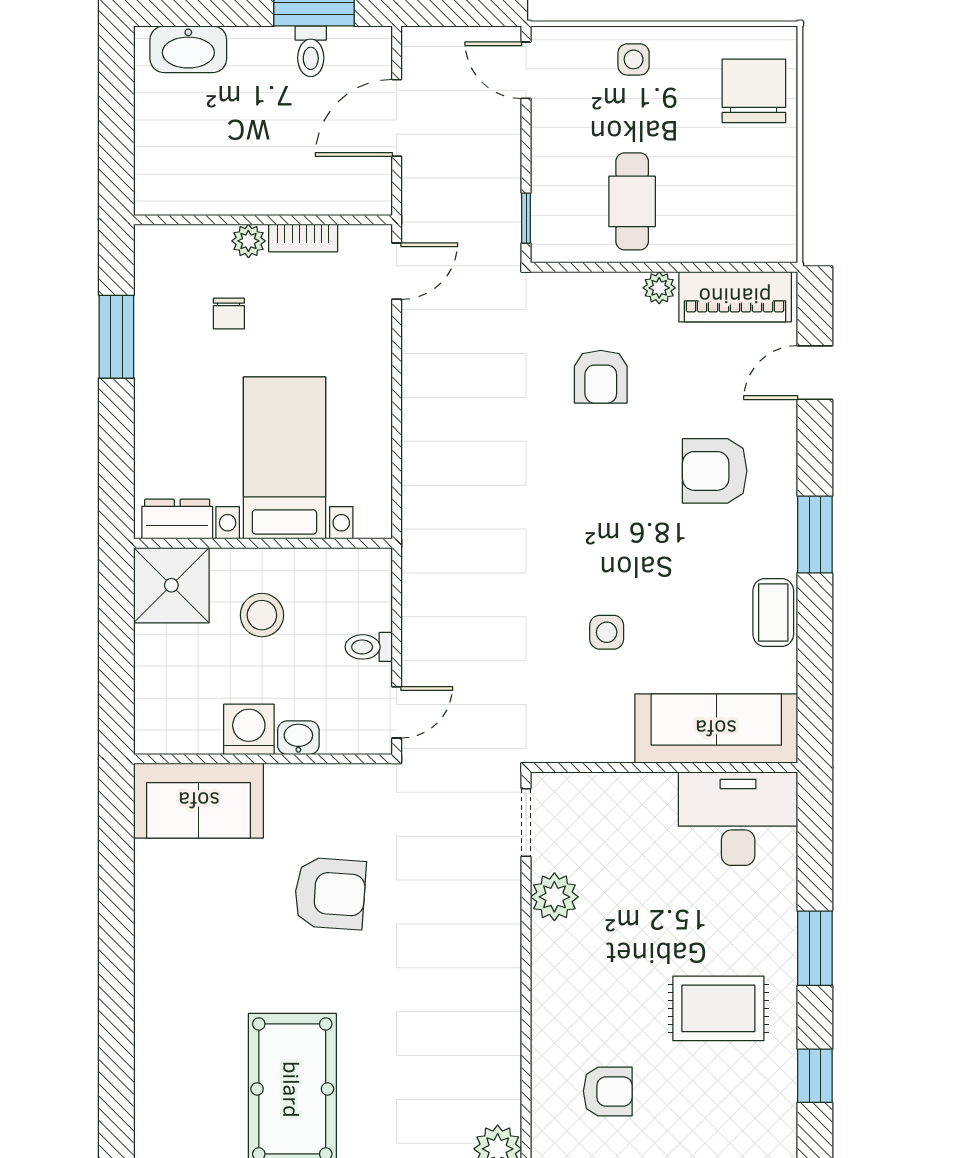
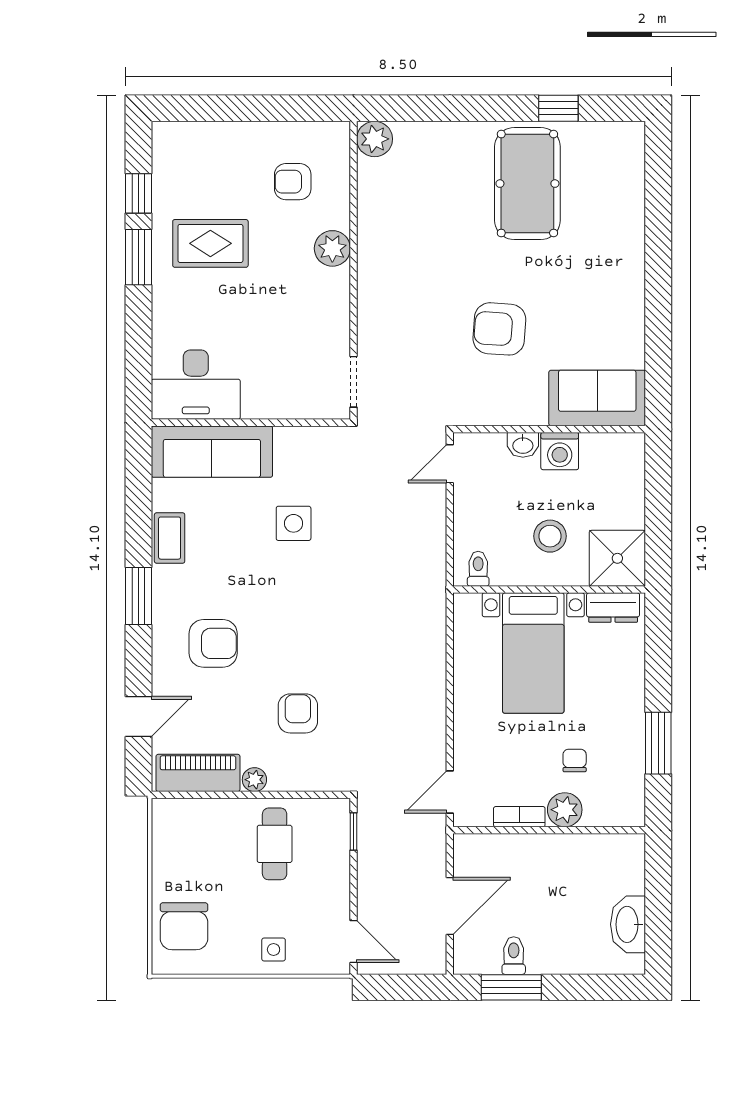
washbasin: (188, 49) -> (628, 924), moved, turned -90
plant: (248, 241) -> (565, 810), width x1.38, depth x1.38
side table: (607, 632) -> (294, 523), width x1.37, depth x1.37
toilet: (369, 647) -> (478, 569), moved, turned -90
plant: (554, 897) -> (332, 248), moved
window: (815, 948) -> (139, 257), moved

